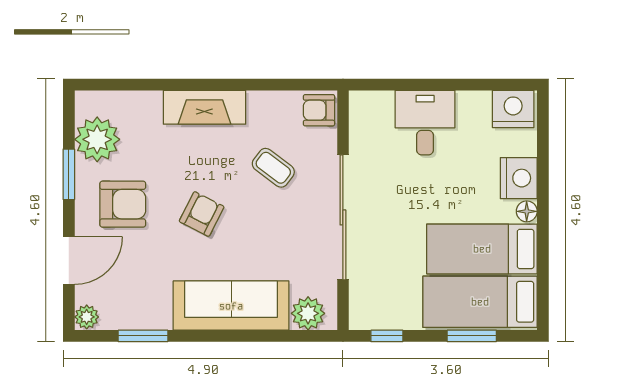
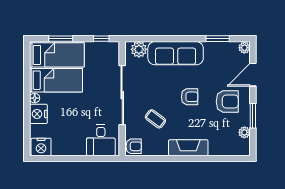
desk: (425, 123) -> (101, 140), moved
plant: (97, 139) -> (244, 132), width x0.53, depth x0.53
armchair: (123, 204) -> (227, 102), turned 180
armchair: (202, 214) -> (190, 97), turned -117

